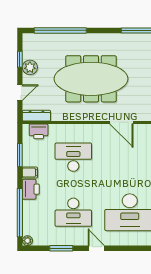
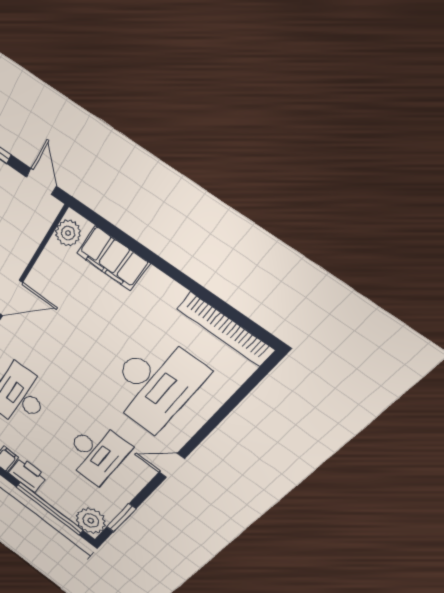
plant: (27, 241) -> (91, 521), width x1.87, depth x1.87
window: (61, 248) -> (121, 518), moved

